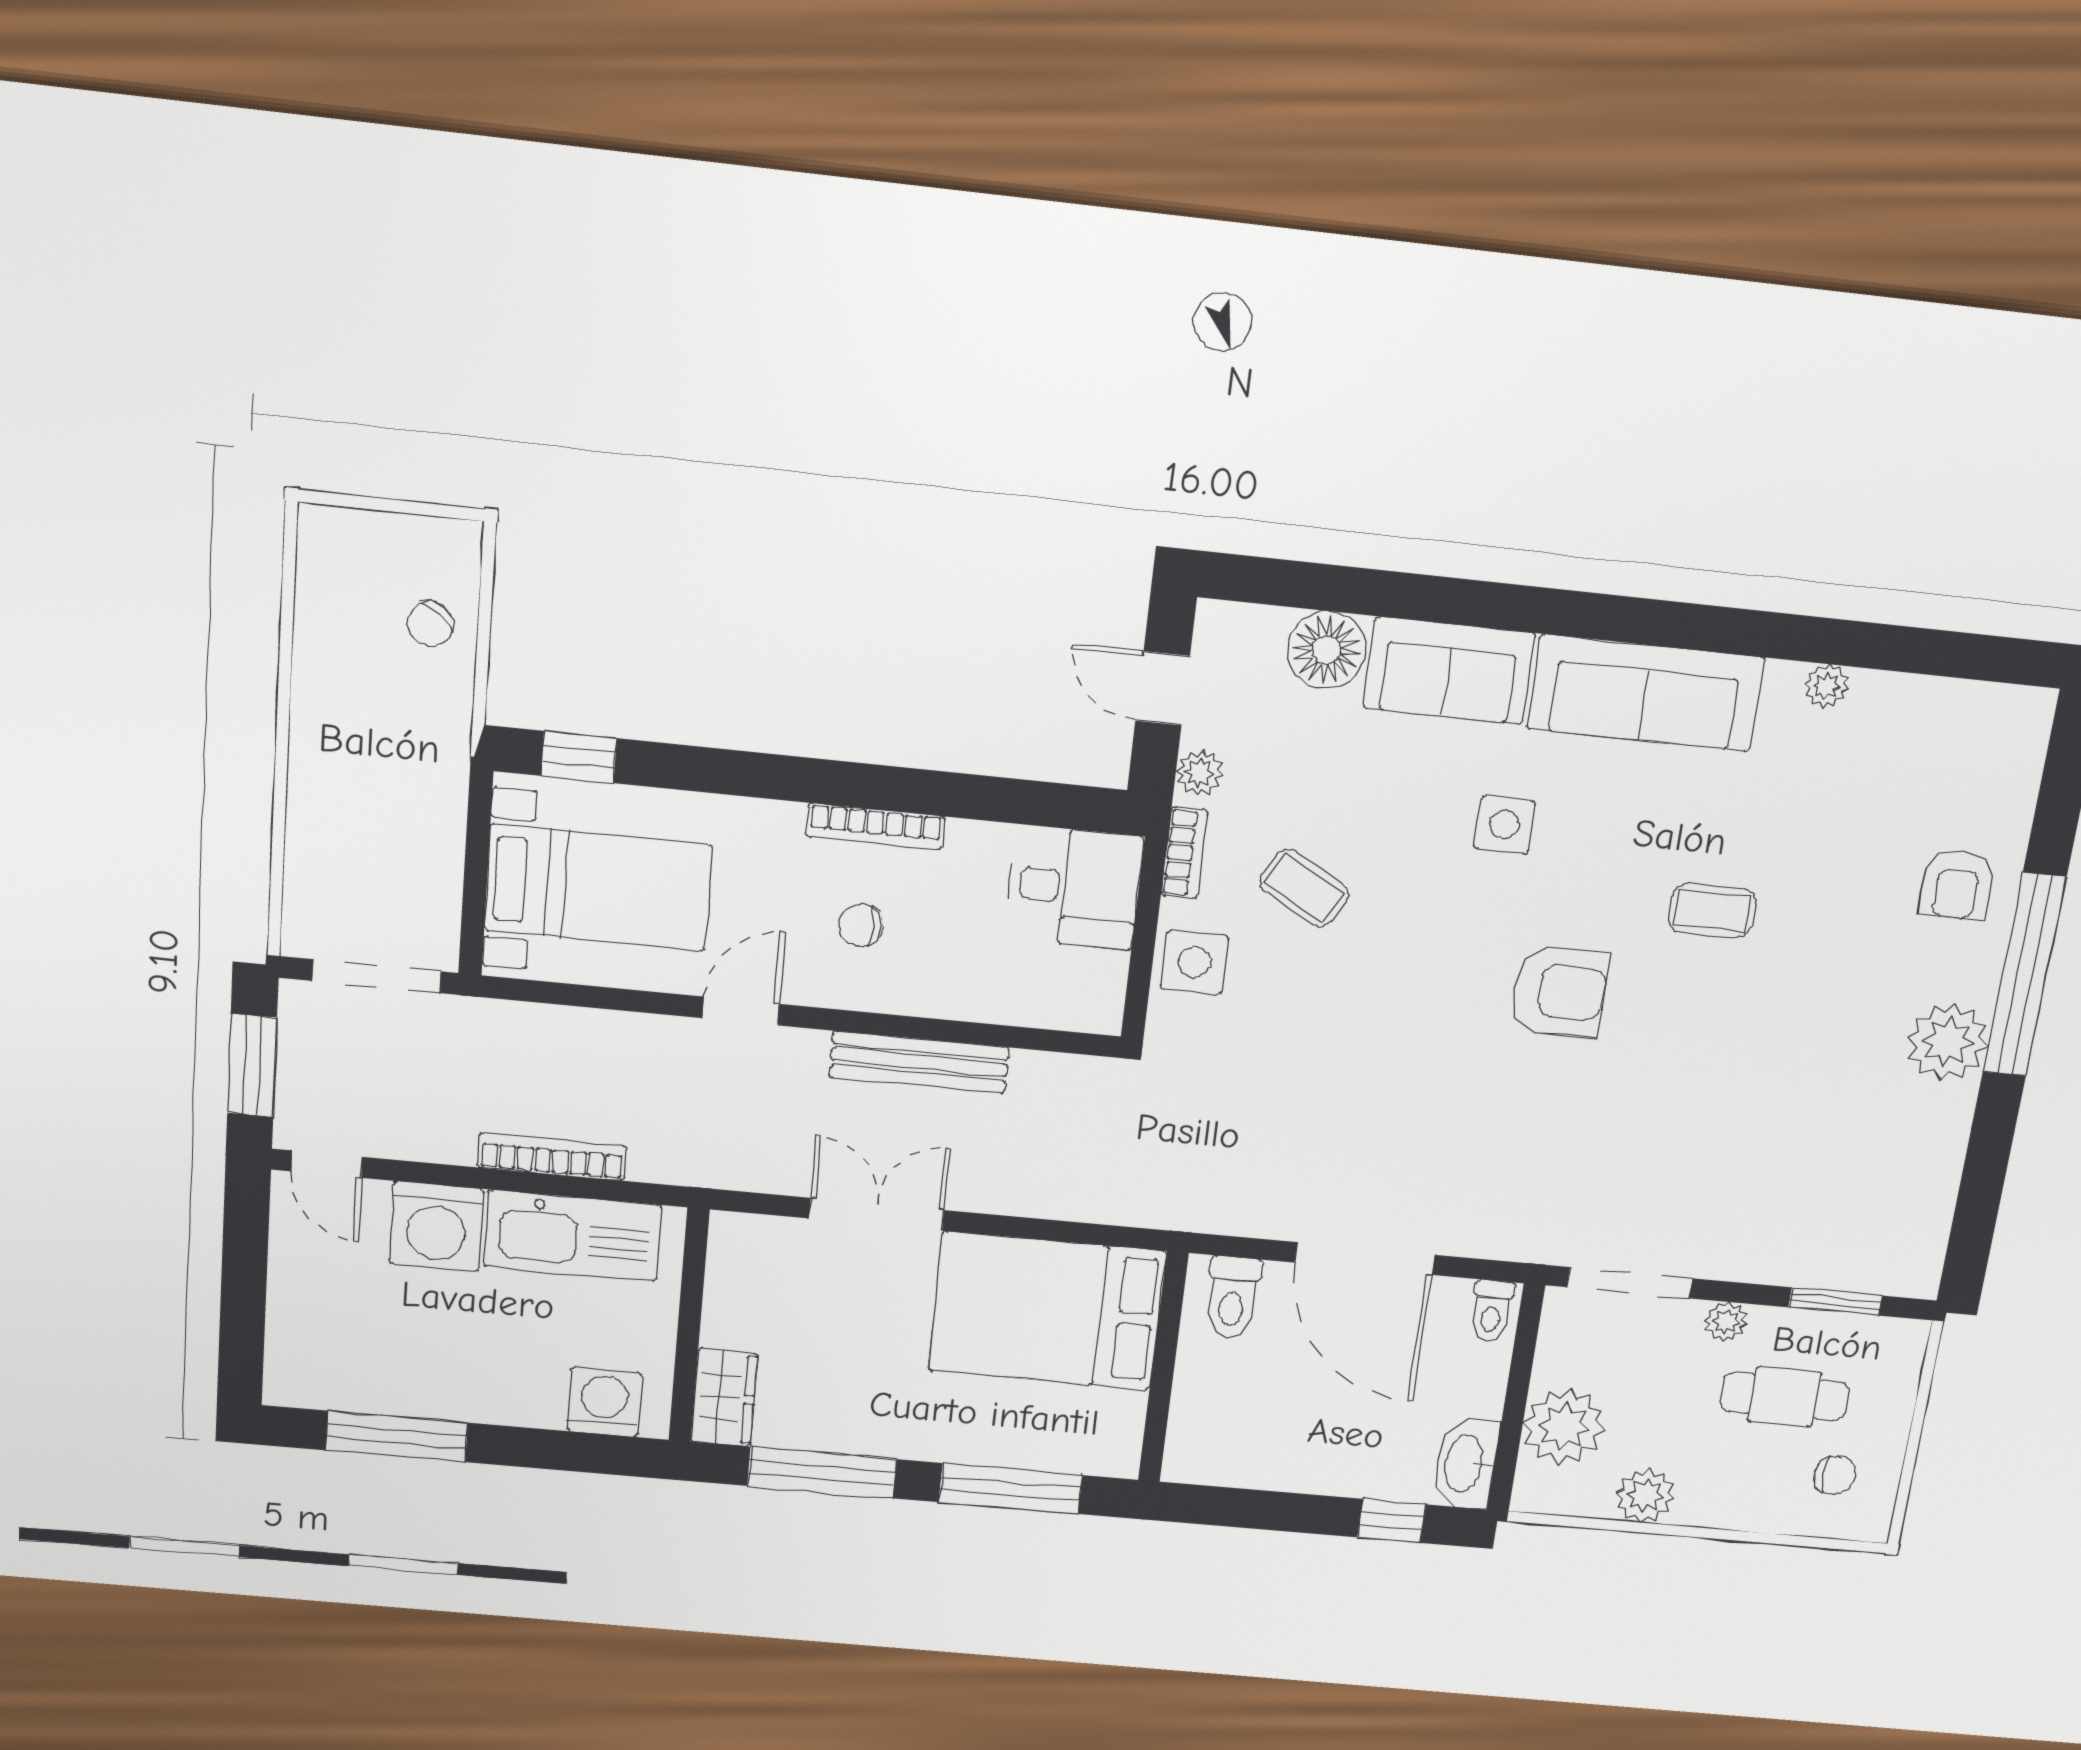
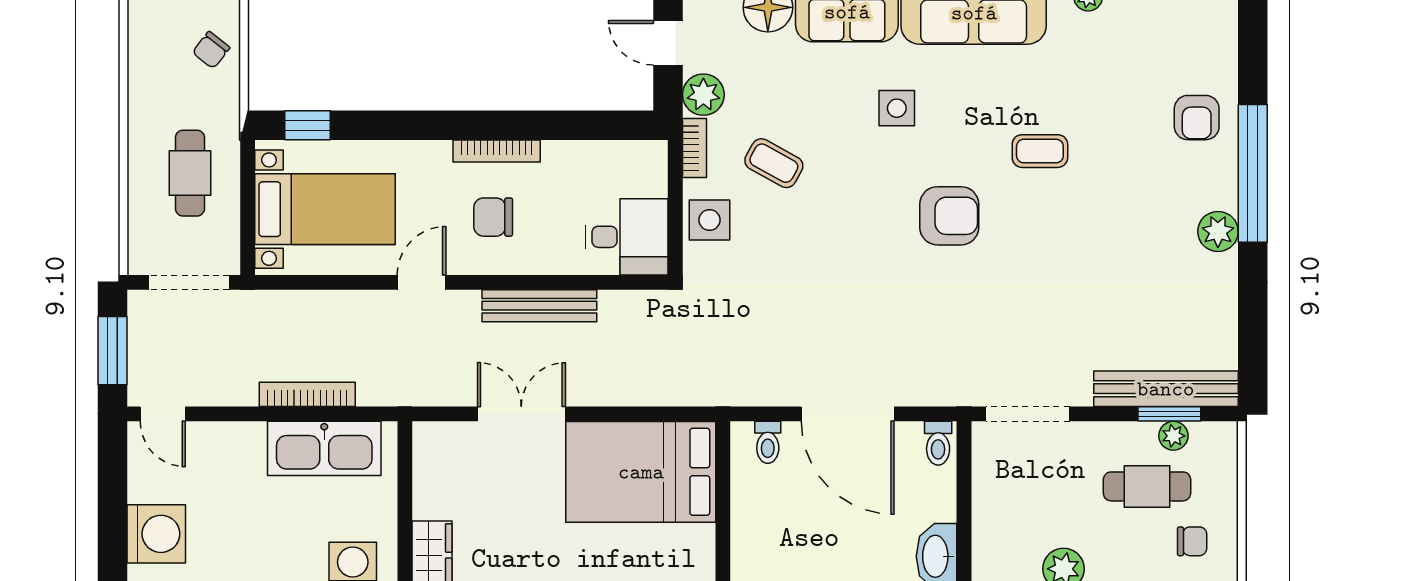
plant: (1199, 773) -> (703, 95), width x1.38, depth x1.38
cafe table: (387, 812) -> (190, 173), added
desk: (1074, 888) -> (627, 237), moved
chair: (861, 925) -> (493, 217), width x1.37, depth x1.37
plant: (1947, 1042) -> (1218, 231), width x0.73, depth x0.73
washing machine: (436, 1226) -> (156, 534), moved, turned -90
bench: (1837, 1266) -> (1166, 389), added
toilet: (1232, 1298) -> (768, 442), width x0.73, depth x0.72
plant: (1726, 1322) -> (1173, 436), moved
plant: (1564, 1427) -> (1000, 523), removed

